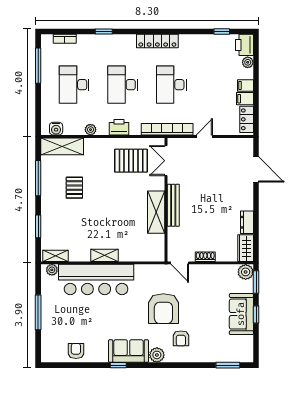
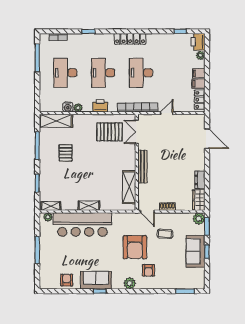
water cooler: (56, 129) -> (68, 107), moved
shelving: (156, 212) -> (129, 187), moved
coffee table: (202, 292) -> (165, 234), added
sofa: (128, 351) -> (96, 280), moved

